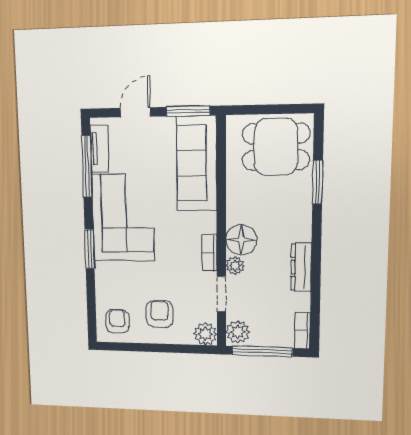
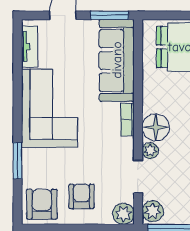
window: (87, 166) -> (18, 62), removed
window: (90, 249) -> (18, 161), moved
bookcase: (209, 253) -> (128, 119), moved
armchair: (117, 321) -> (42, 204), width x1.38, depth x1.38

